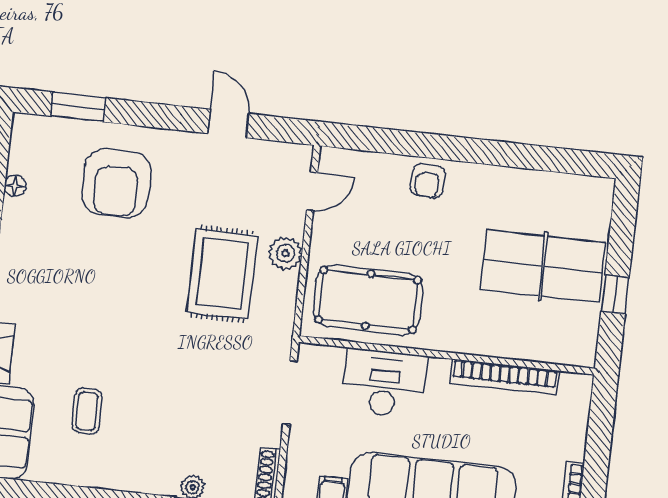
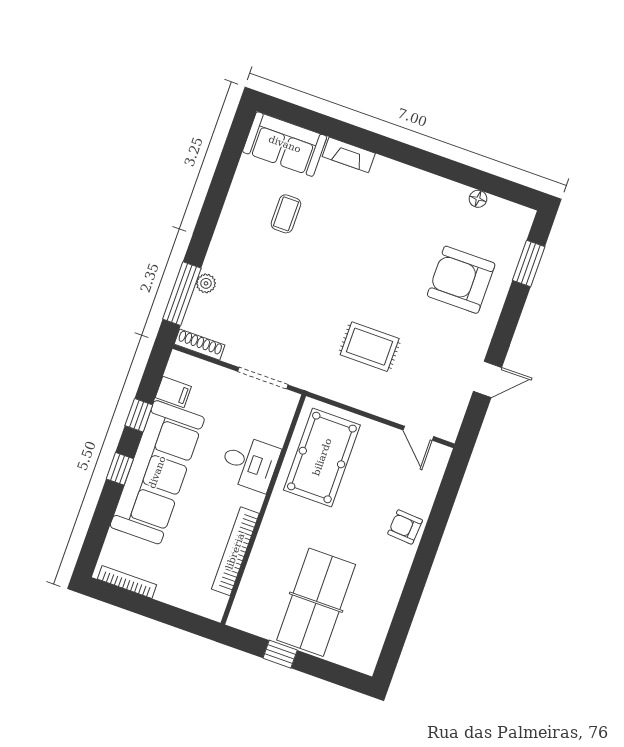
plant: (285, 253) -> (374, 400), removed
rug: (222, 274) -> (370, 347), width x0.73, depth x0.70
desk: (384, 383) -> (250, 463), width x0.73
coffee table: (87, 411) -> (286, 214), turned 90

